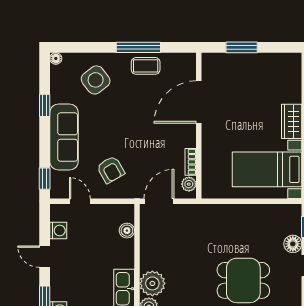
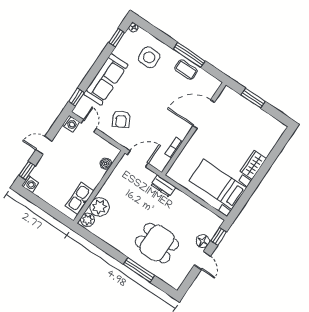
side table: (96, 80) -> (149, 57), turned 38
window: (45, 105) -> (117, 38), moved
plant: (189, 184) -> (163, 161), removed
dresser: (208, 212) -> (163, 186), added
washing machine: (58, 231) -> (71, 124), moved
door: (45, 257) -> (44, 145), hinge flipped

